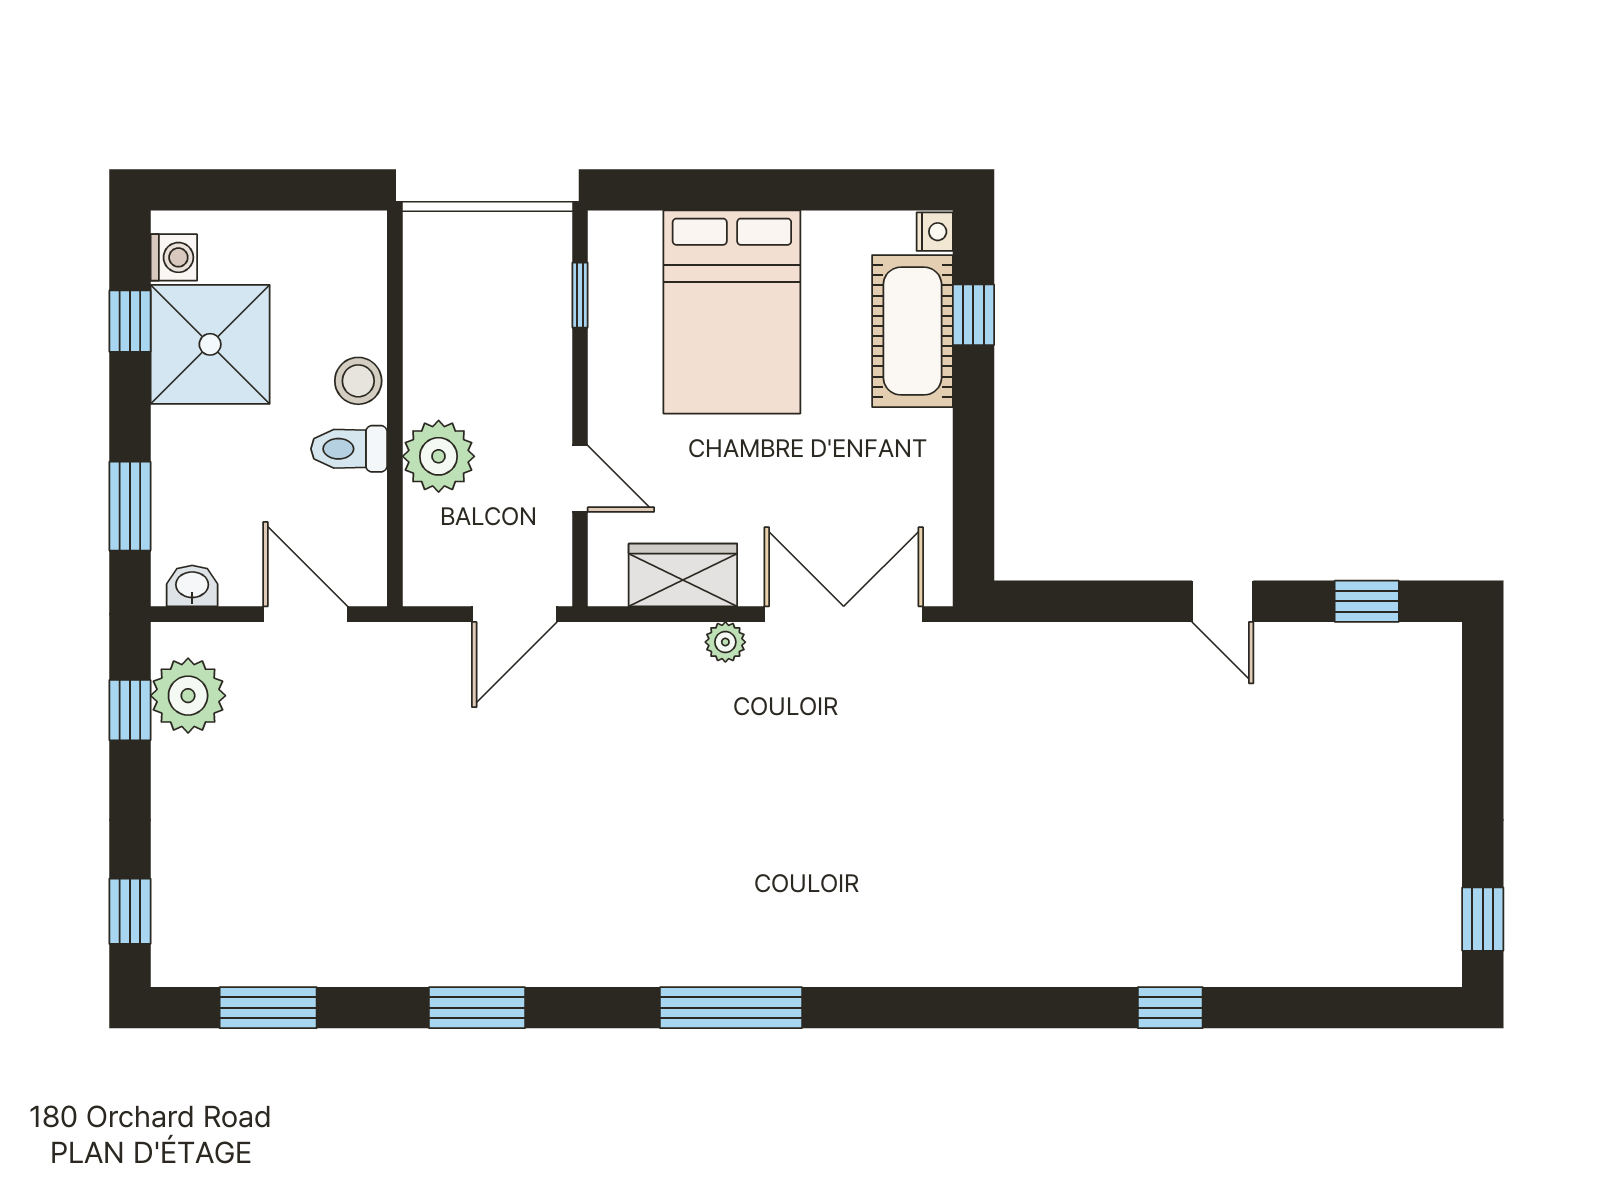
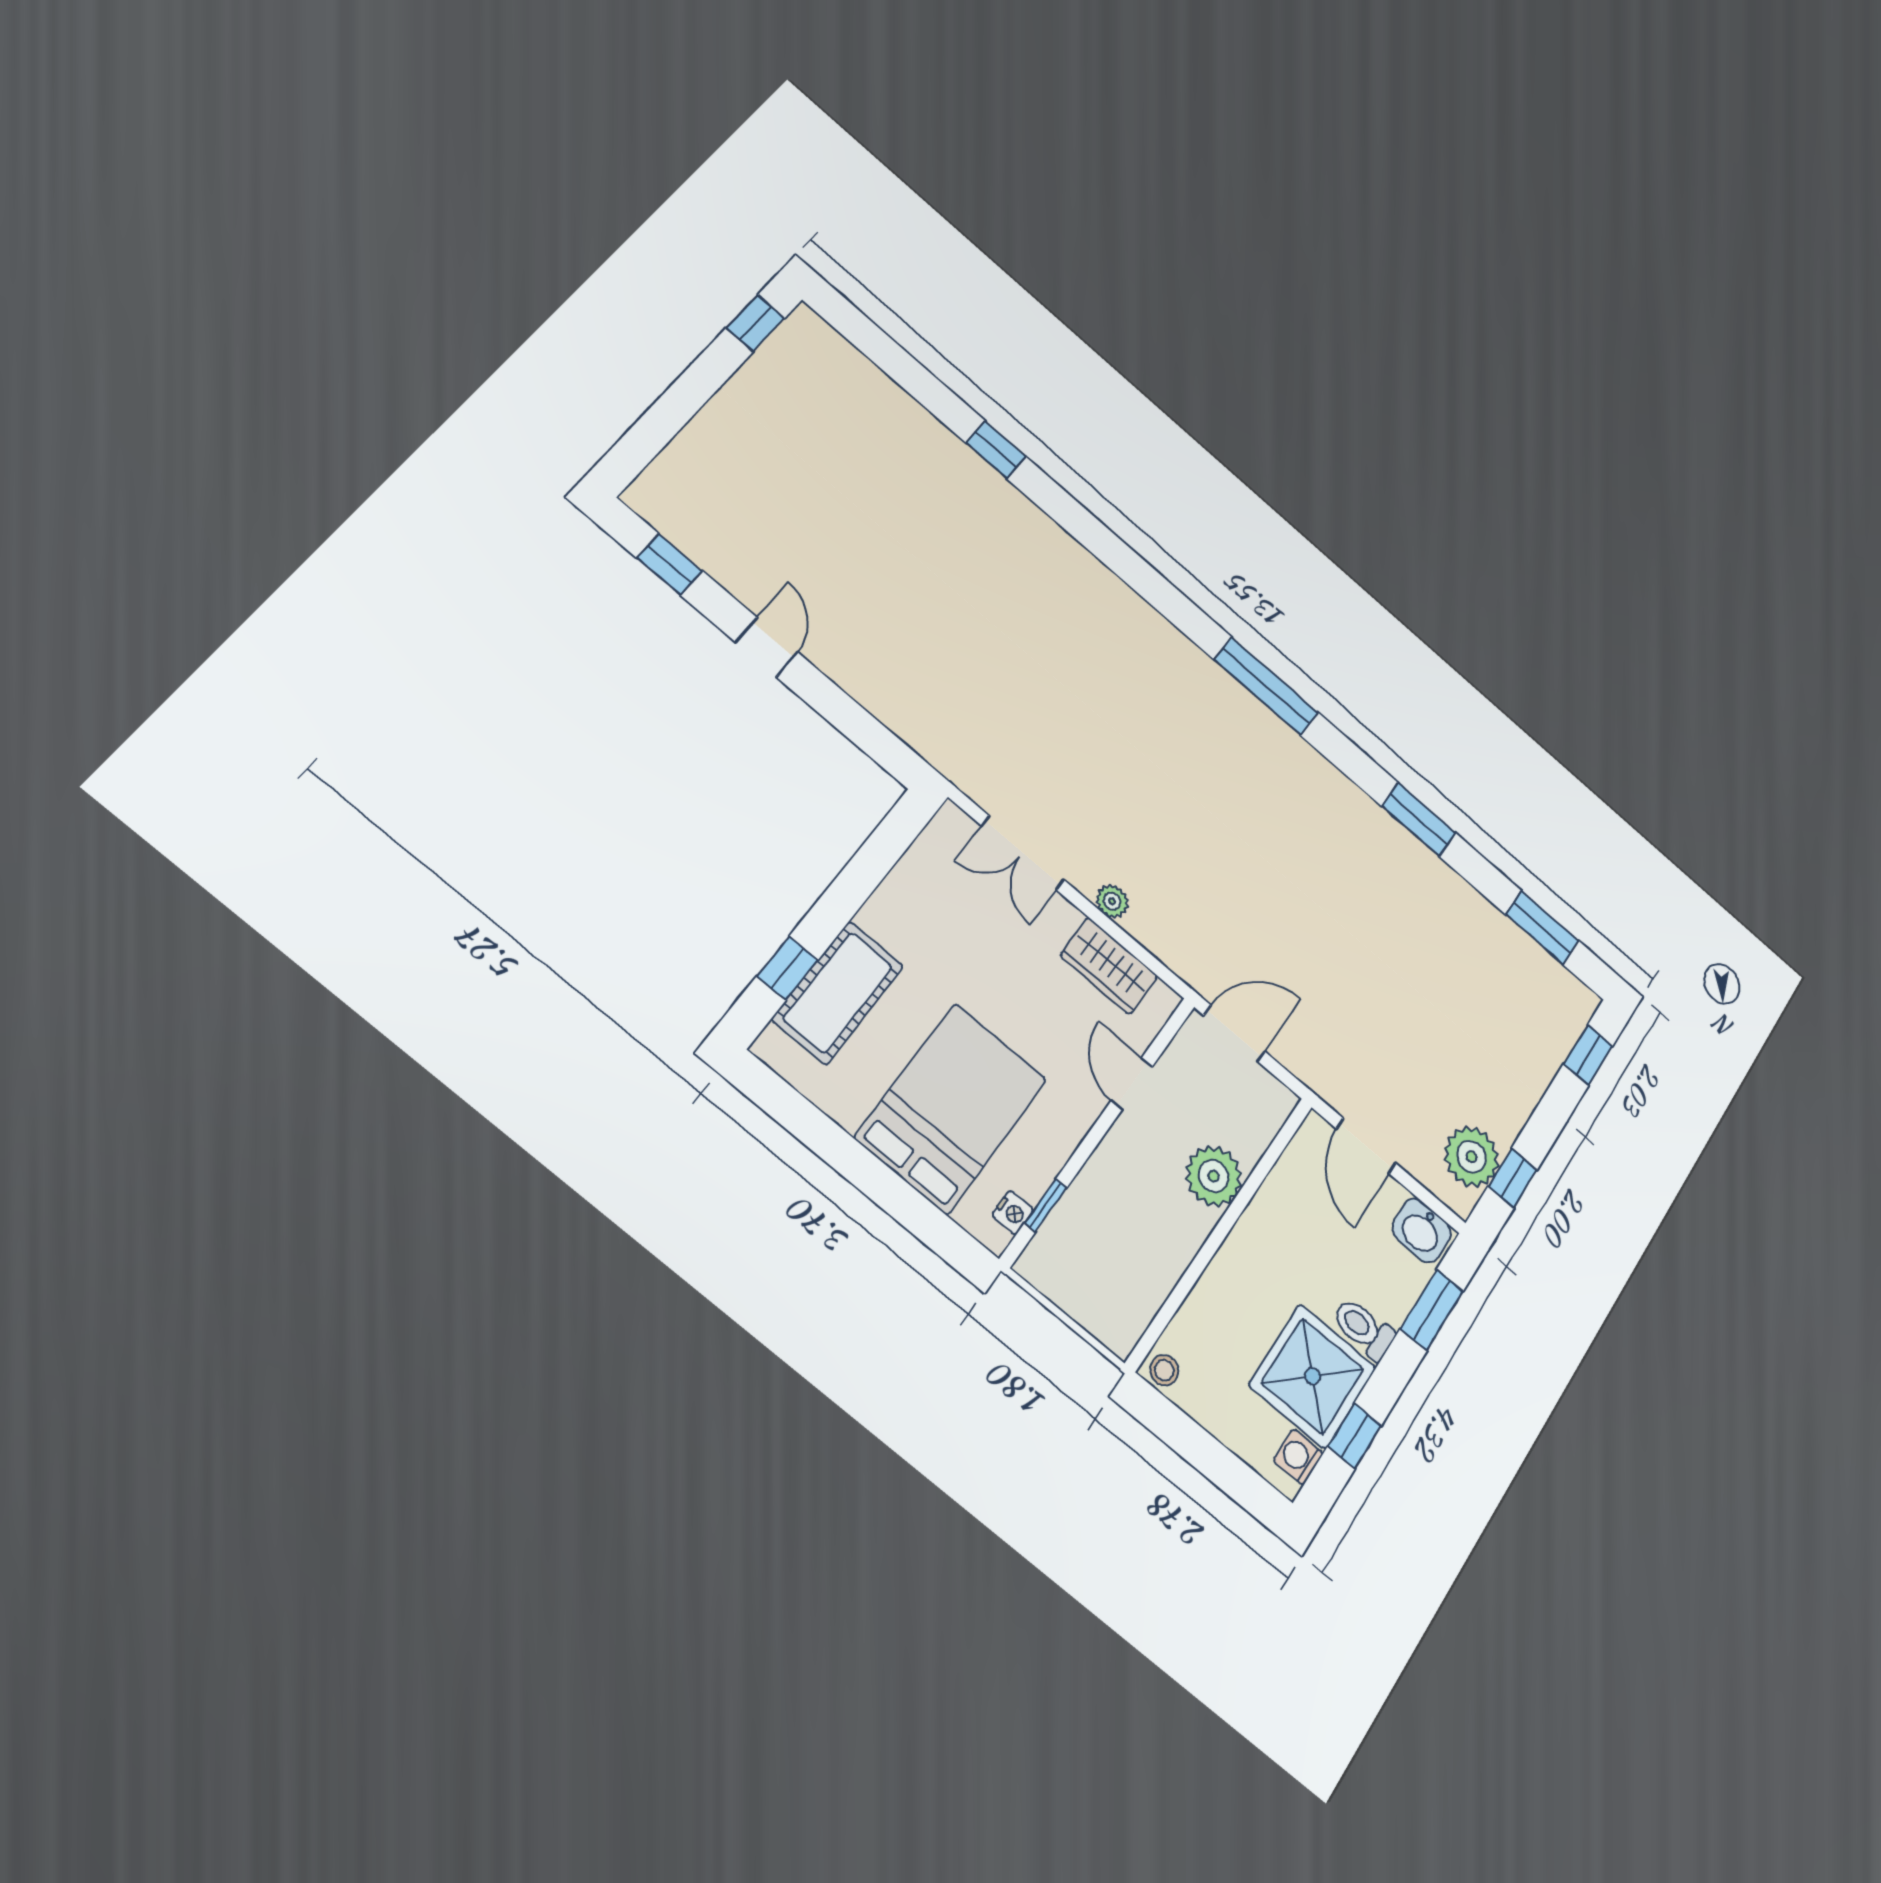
nightstand: (935, 232) -> (1013, 1213), moved, turned 180
stool: (358, 381) -> (1164, 1370), moved, width x0.73, depth x0.73
toilet: (349, 449) -> (1364, 1329), moved, turned 180
washbasin: (192, 586) -> (1422, 1230), width x1.38, depth x1.45
double door: (844, 614) -> (1023, 853), width x0.73

